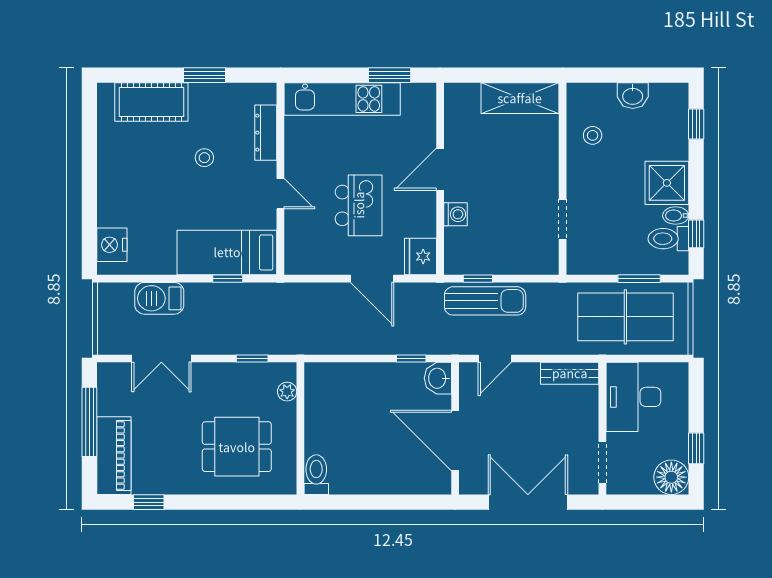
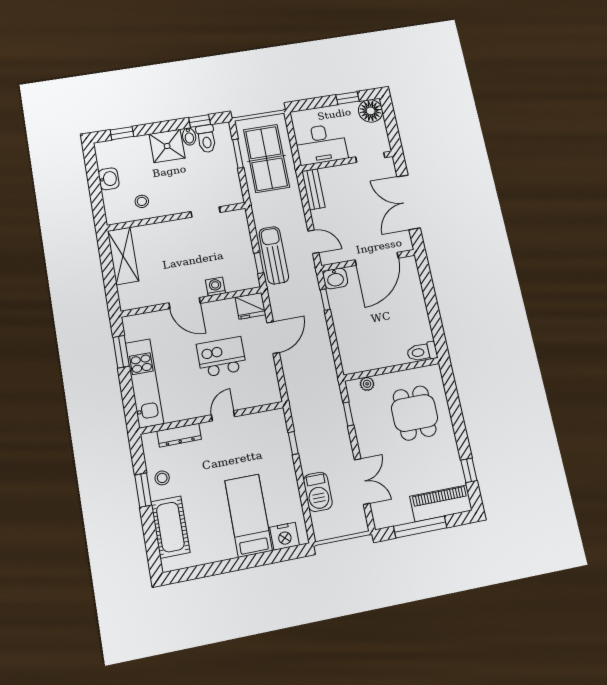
stool: (204, 158) -> (162, 478), moved
bed: (227, 252) -> (249, 515), moved, turned 180

